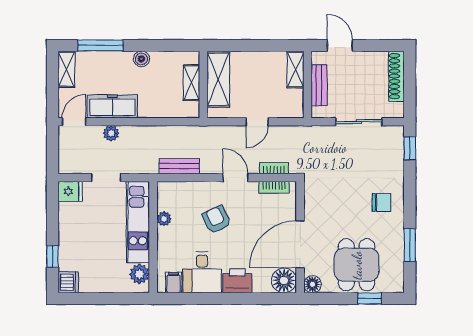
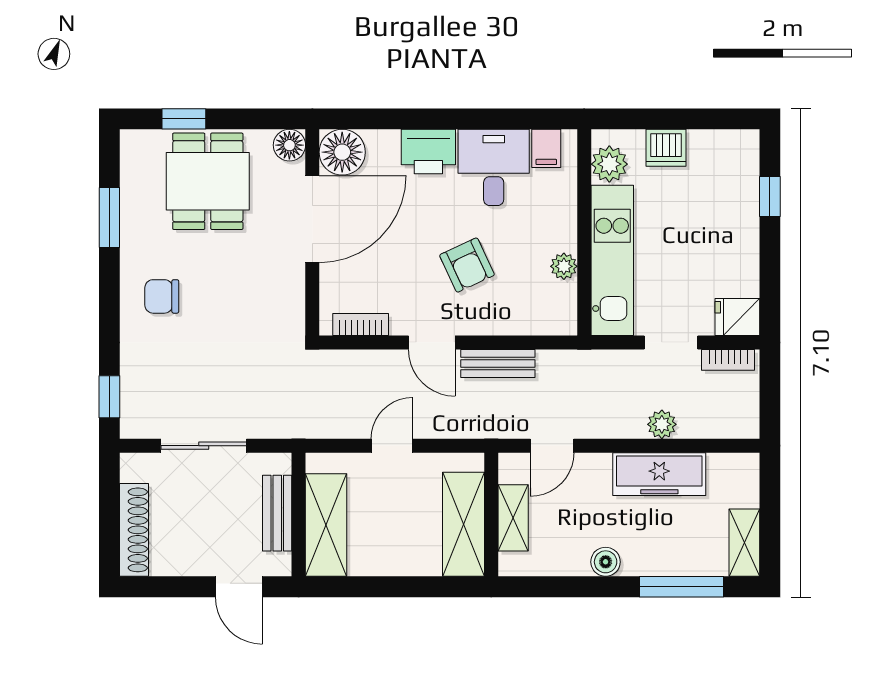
shelving: (295, 70) -> (326, 525), width x1.50, depth x1.33
door: (74, 122) -> (552, 446), moved
bench: (179, 166) -> (498, 363), moved
bookcase: (274, 168) -> (728, 360), moved
dishwasher: (68, 282) -> (666, 148), moved, turned -90

